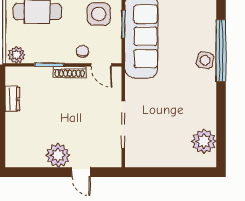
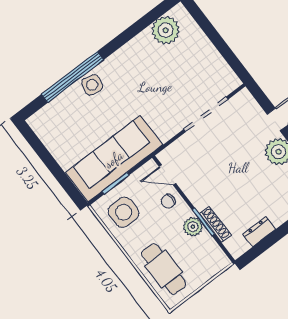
plant: (16, 55) -> (193, 227), moved
door: (101, 65) -> (167, 175), swing flipped
shoe rack: (70, 72) -> (215, 224), moved

